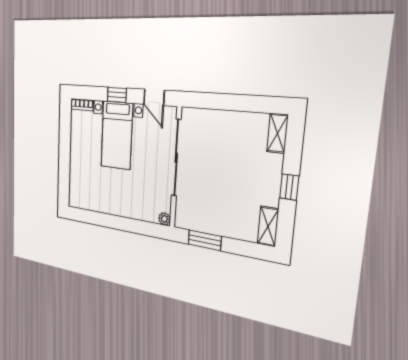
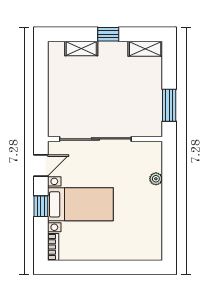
shelving: (277, 133) -> (81, 48), moved
plant: (164, 219) -> (156, 179), moved

